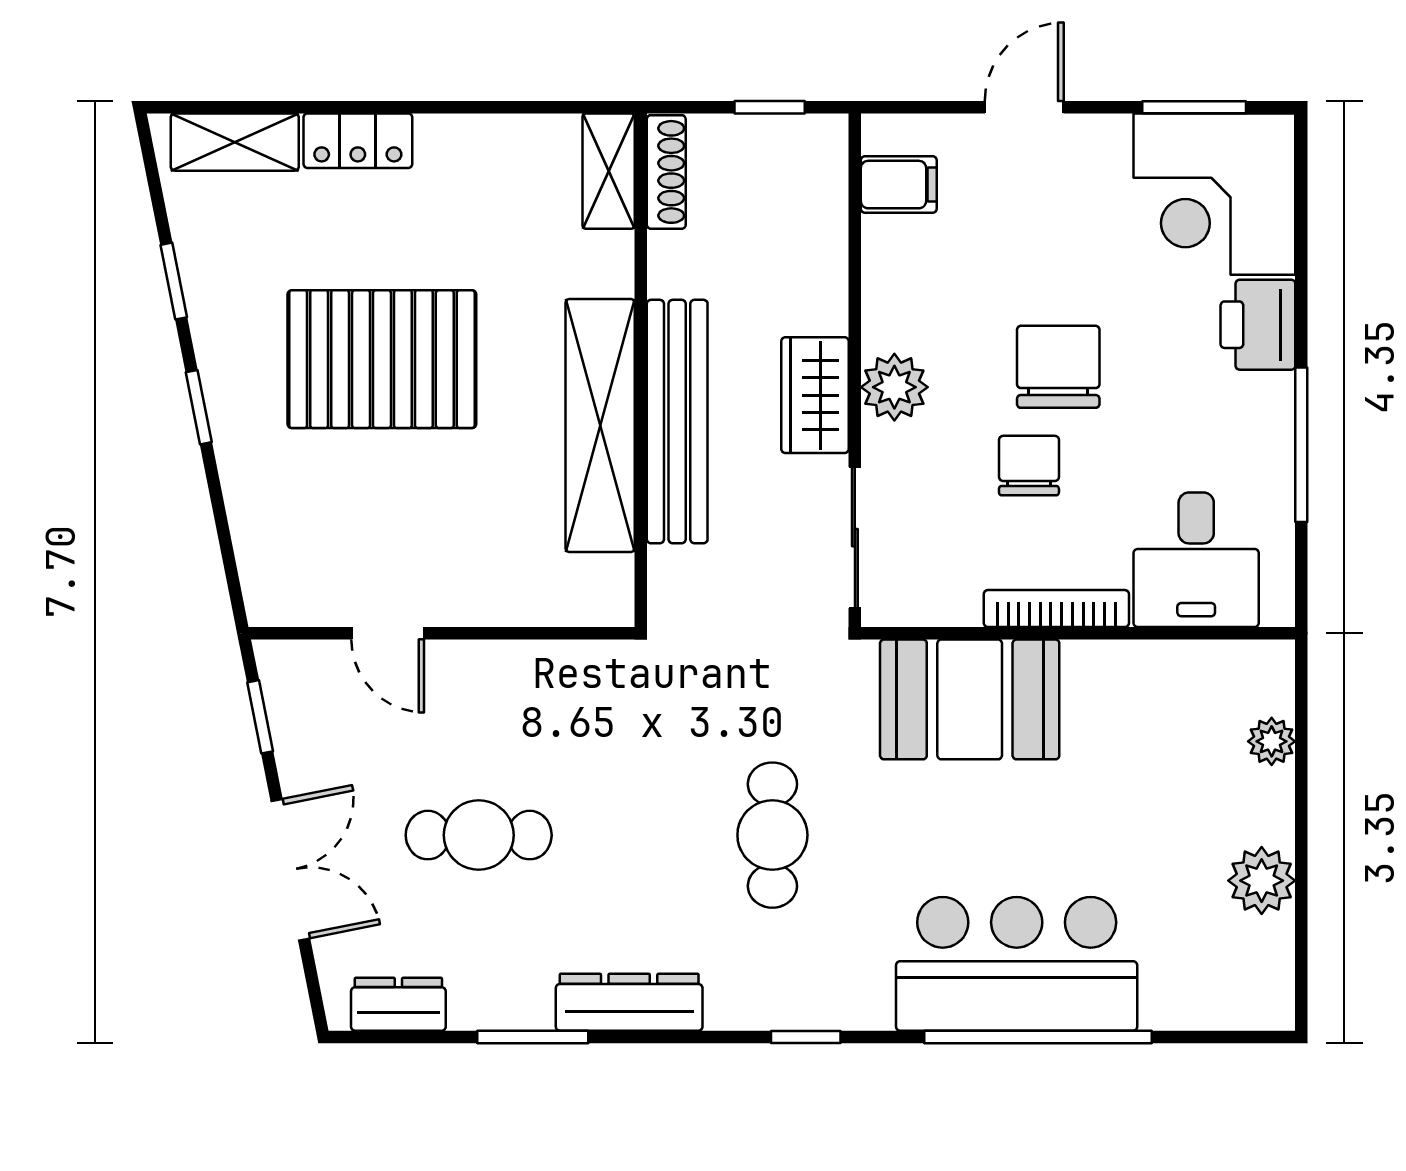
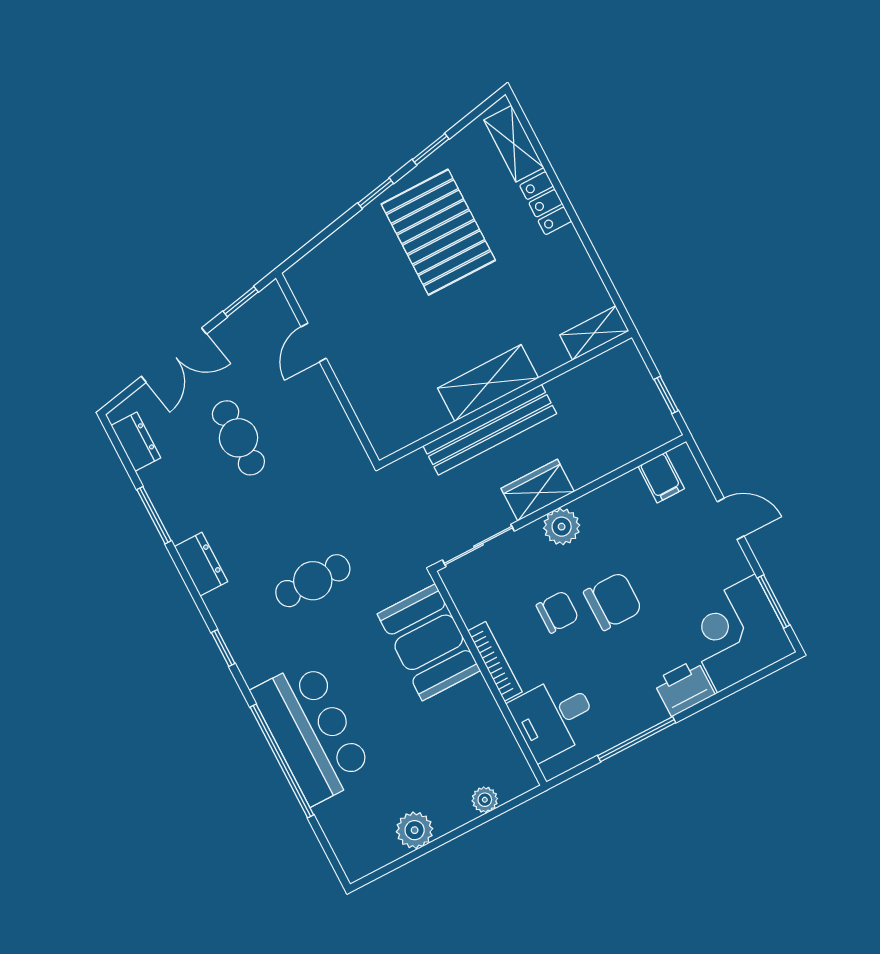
shoe rack: (666, 172) -> (608, 361), removed
pallet: (382, 359) -> (438, 232), moved
shelving: (600, 425) -> (488, 383), width x0.68
dresser: (629, 1002) -> (201, 564), width x0.70

